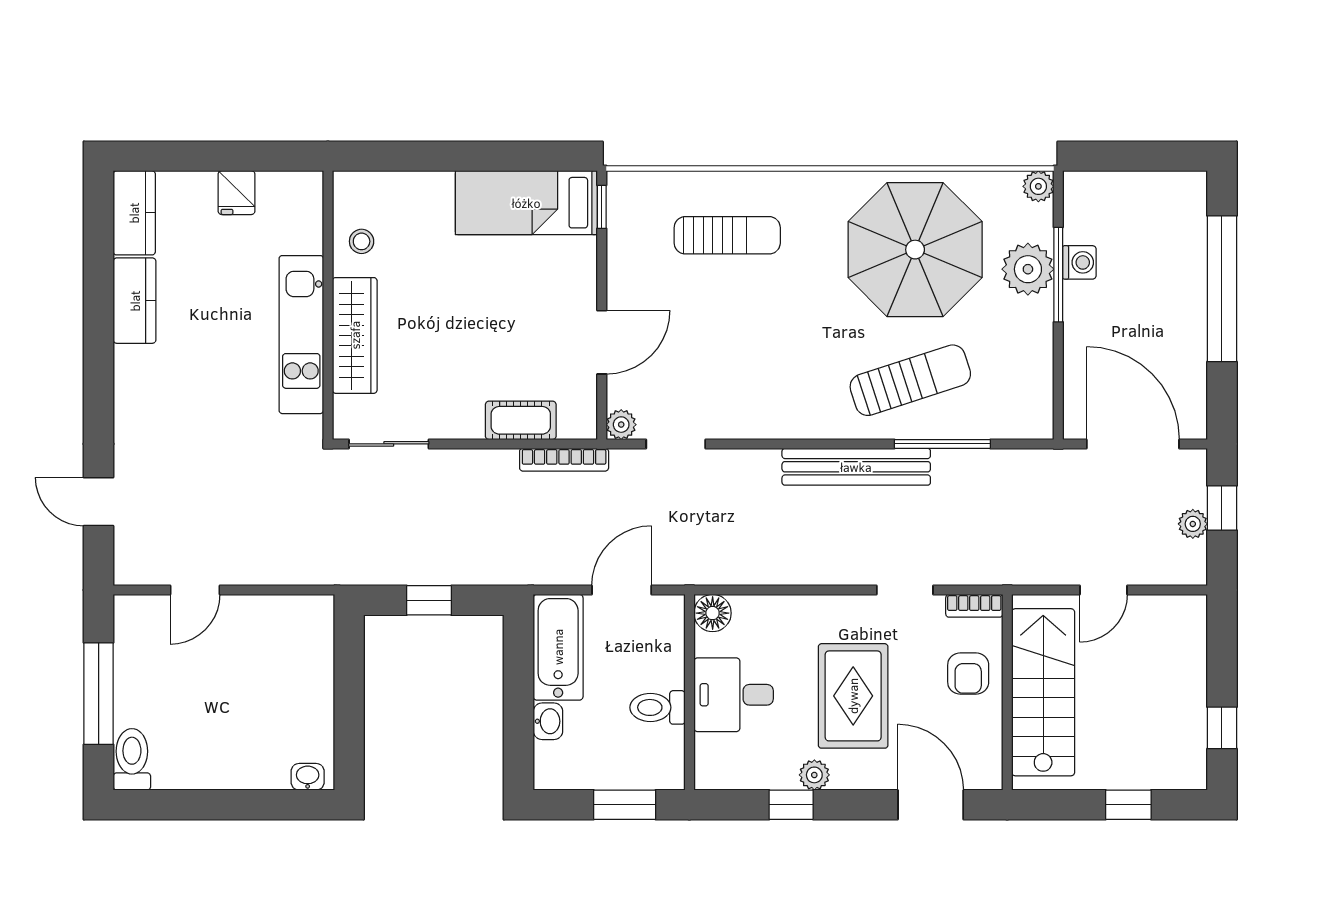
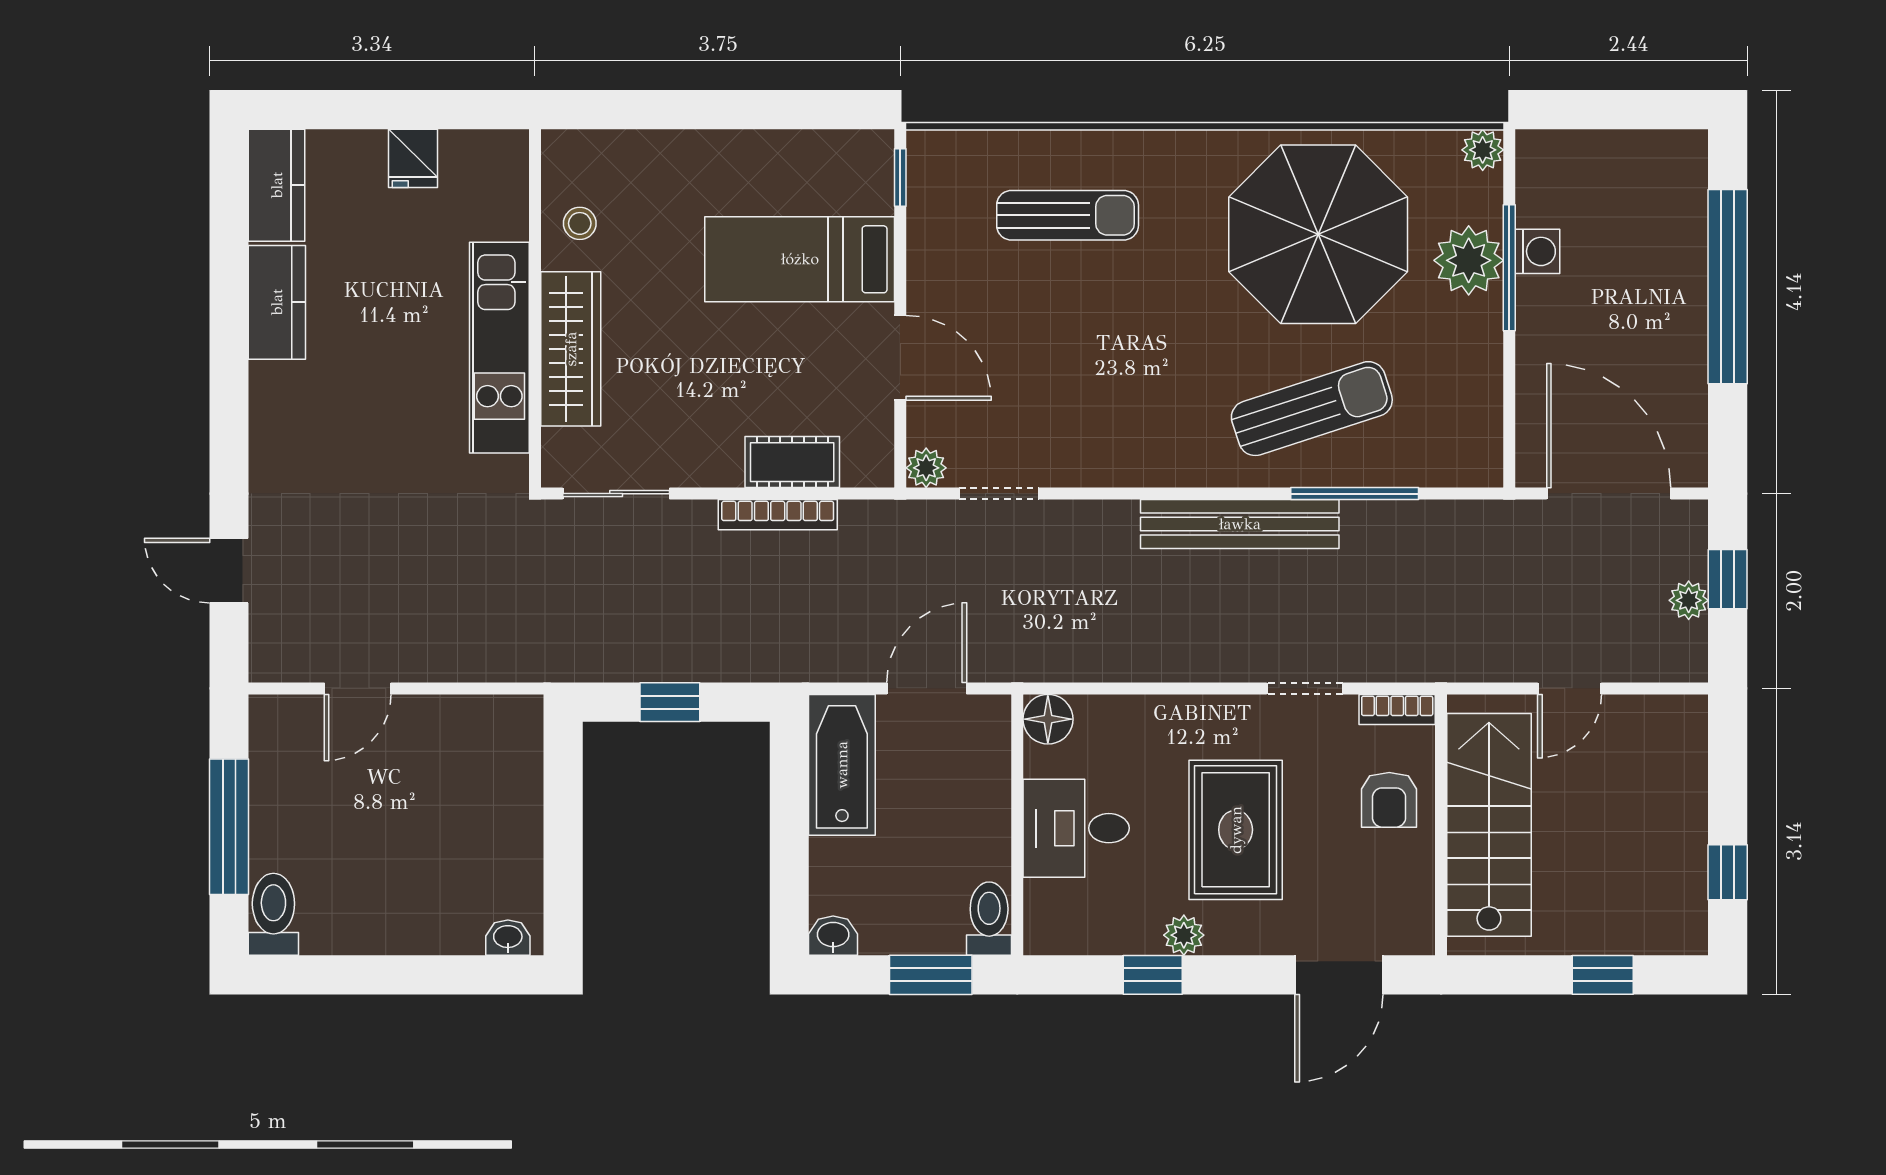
bed: (526, 203) -> (800, 259), moved
door: (602, 342) -> (900, 358), hinge flipped
bookcase: (564, 460) -> (778, 515), moved
toilet: (658, 707) -> (989, 919), moved, turned 90
washbasin: (548, 721) -> (833, 936), moved, turned -90
door: (931, 805) -> (1339, 975), swing flipped

